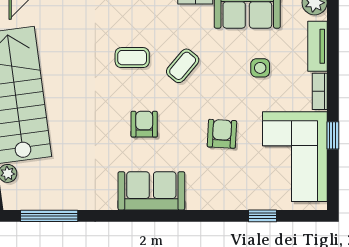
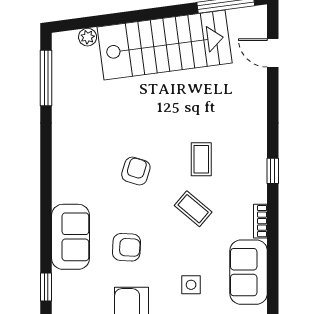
armchair: (144, 124) -> (136, 171), turned -73
sofa: (151, 191) -> (70, 237), moved

